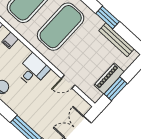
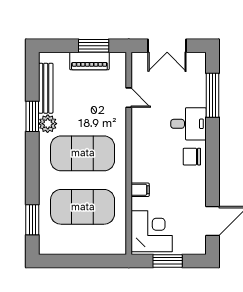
plant: (95, 22) -> (48, 124), added
desk: (33, 70) -> (188, 124), moved, turned 180

